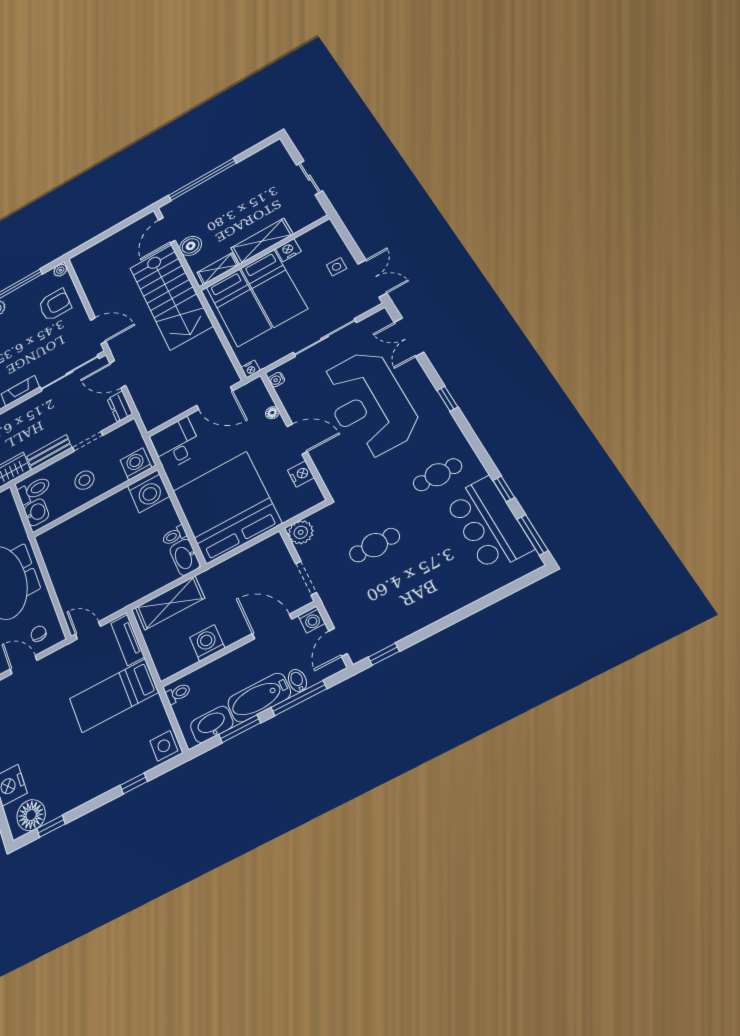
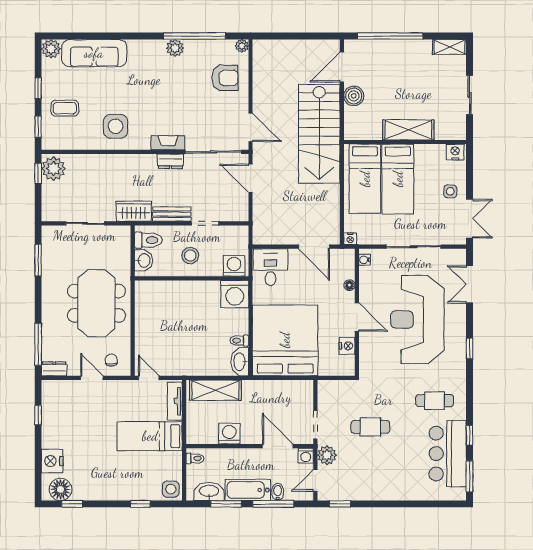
nightstand: (288, 250) -> (455, 152), moved
shelving: (218, 269) -> (449, 47), moved
dresser: (120, 407) -> (171, 161), moved, turned -90
plant: (301, 532) -> (327, 455), moved

